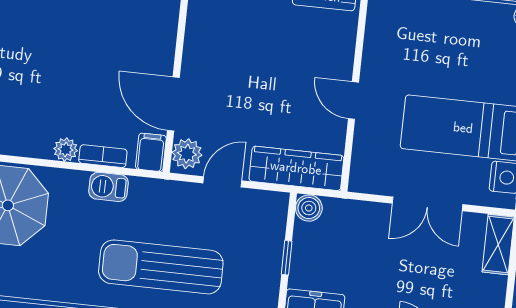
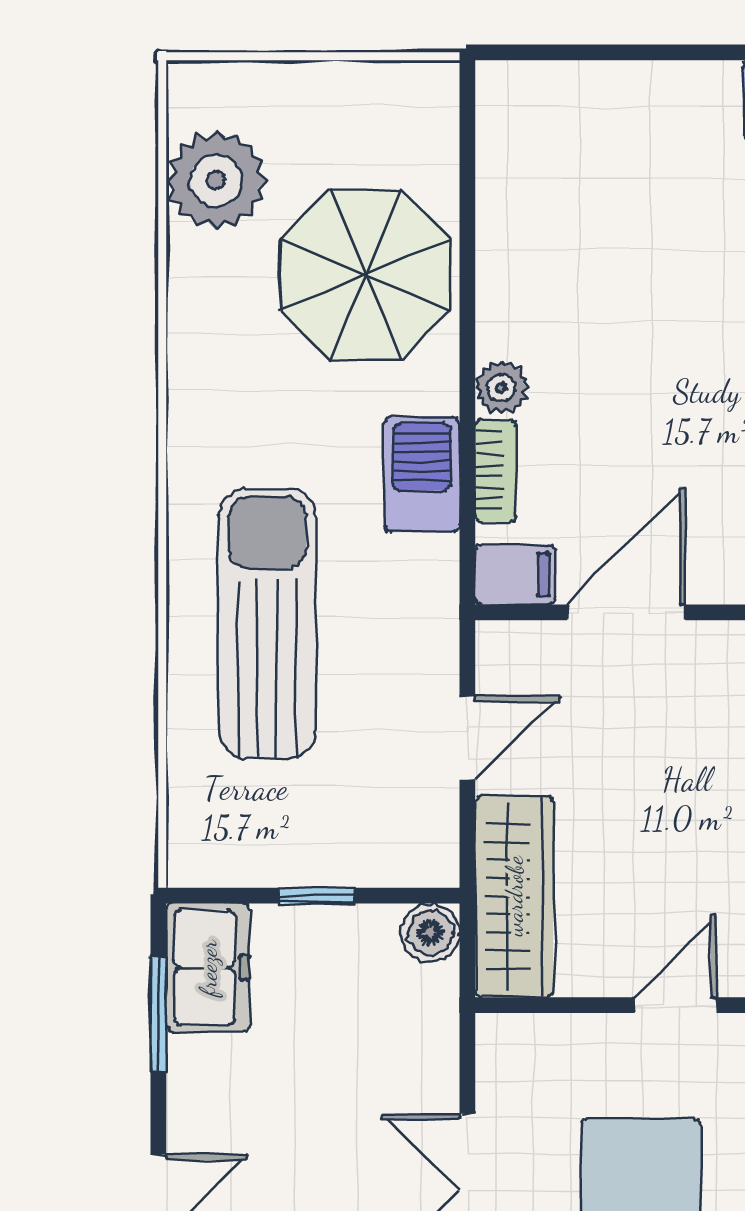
plant: (187, 154) -> (521, 654), removed
door: (222, 182) -> (467, 738), hinge flipped
barbecue: (108, 187) -> (422, 474), width x1.38, depth x1.27

